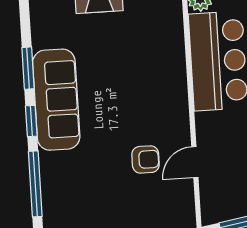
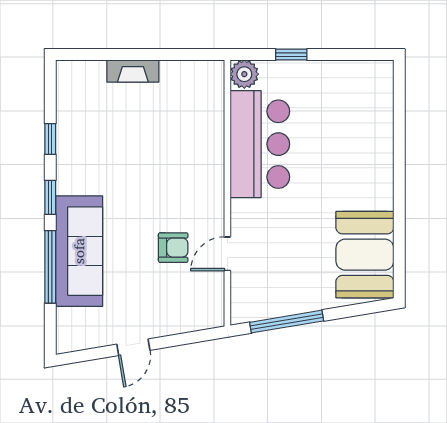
window: (28, 68) -> (50, 139), width x0.67
sofa: (56, 100) -> (79, 251), moved

